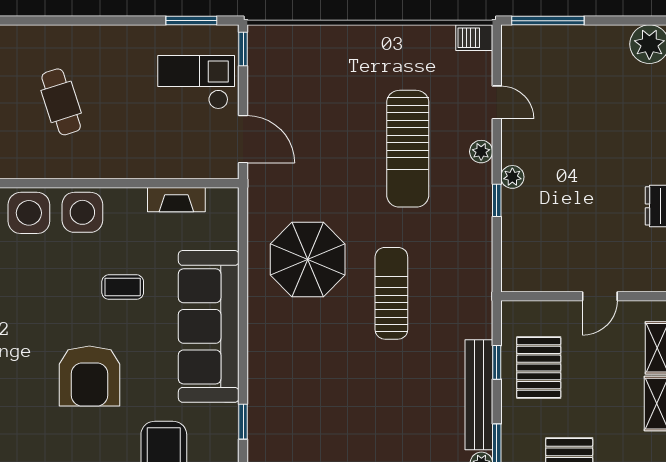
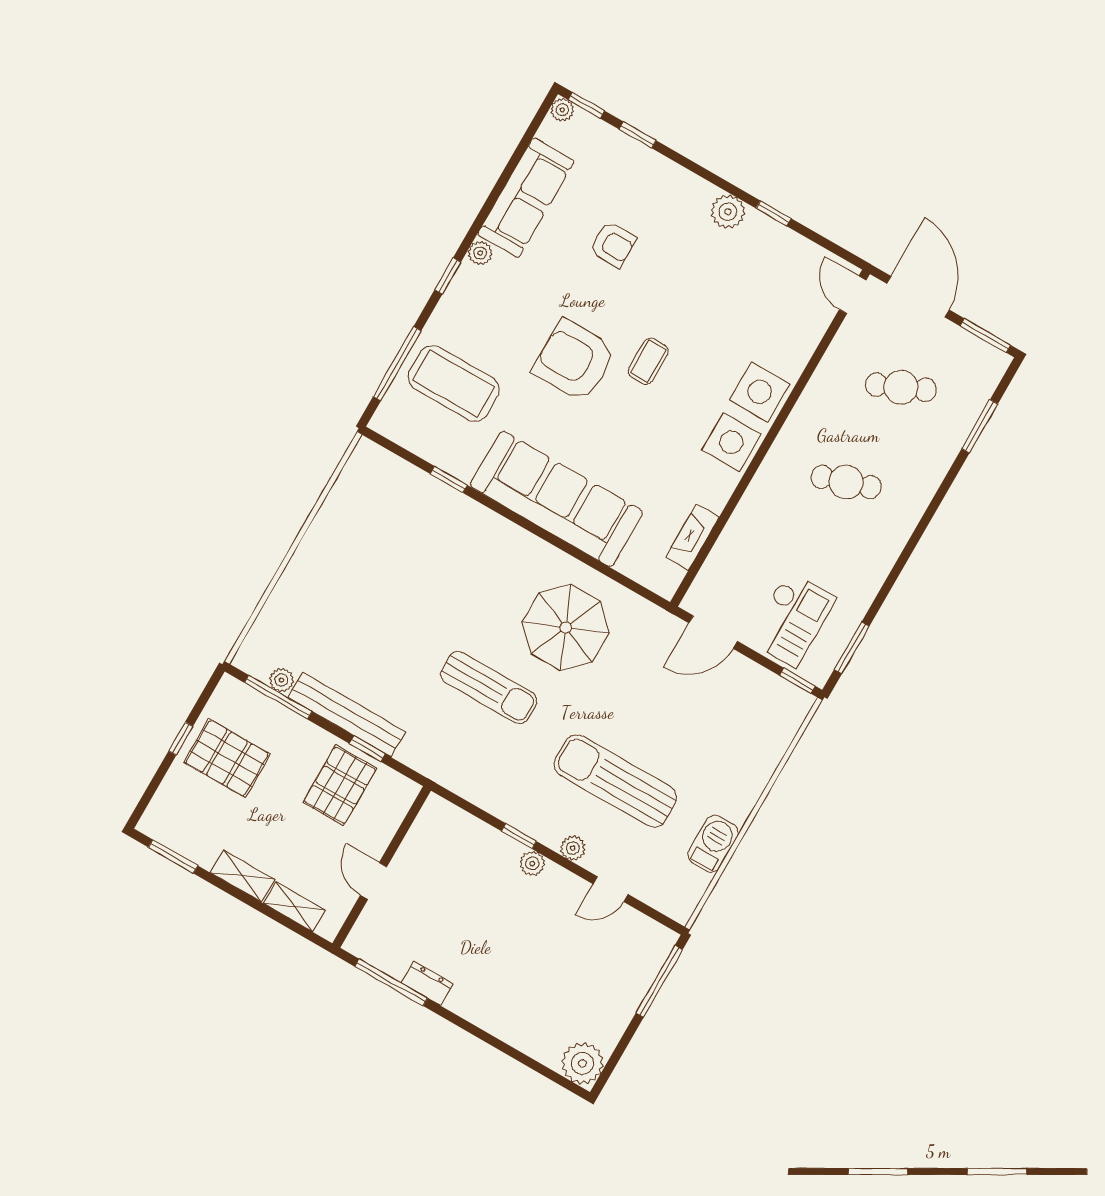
barbecue: (474, 38) -> (713, 844), moved, width x1.38, depth x1.27
coffee table: (123, 287) -> (648, 361), moved
pallet: (539, 367) -> (340, 785), turned 90

